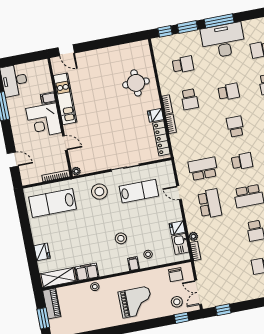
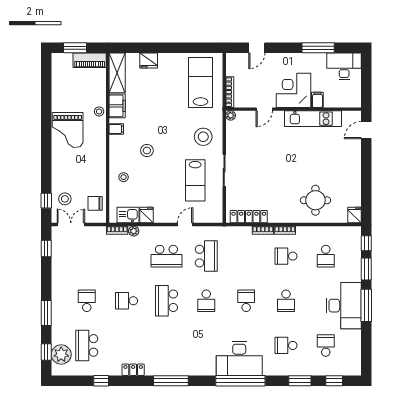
fridge: (156, 115) -> (355, 215), moved
school desk: (235, 127) -> (246, 301), turned -90
filing cabinet: (133, 264) -> (116, 129), moved
grand piano: (136, 302) -> (68, 130), moved

